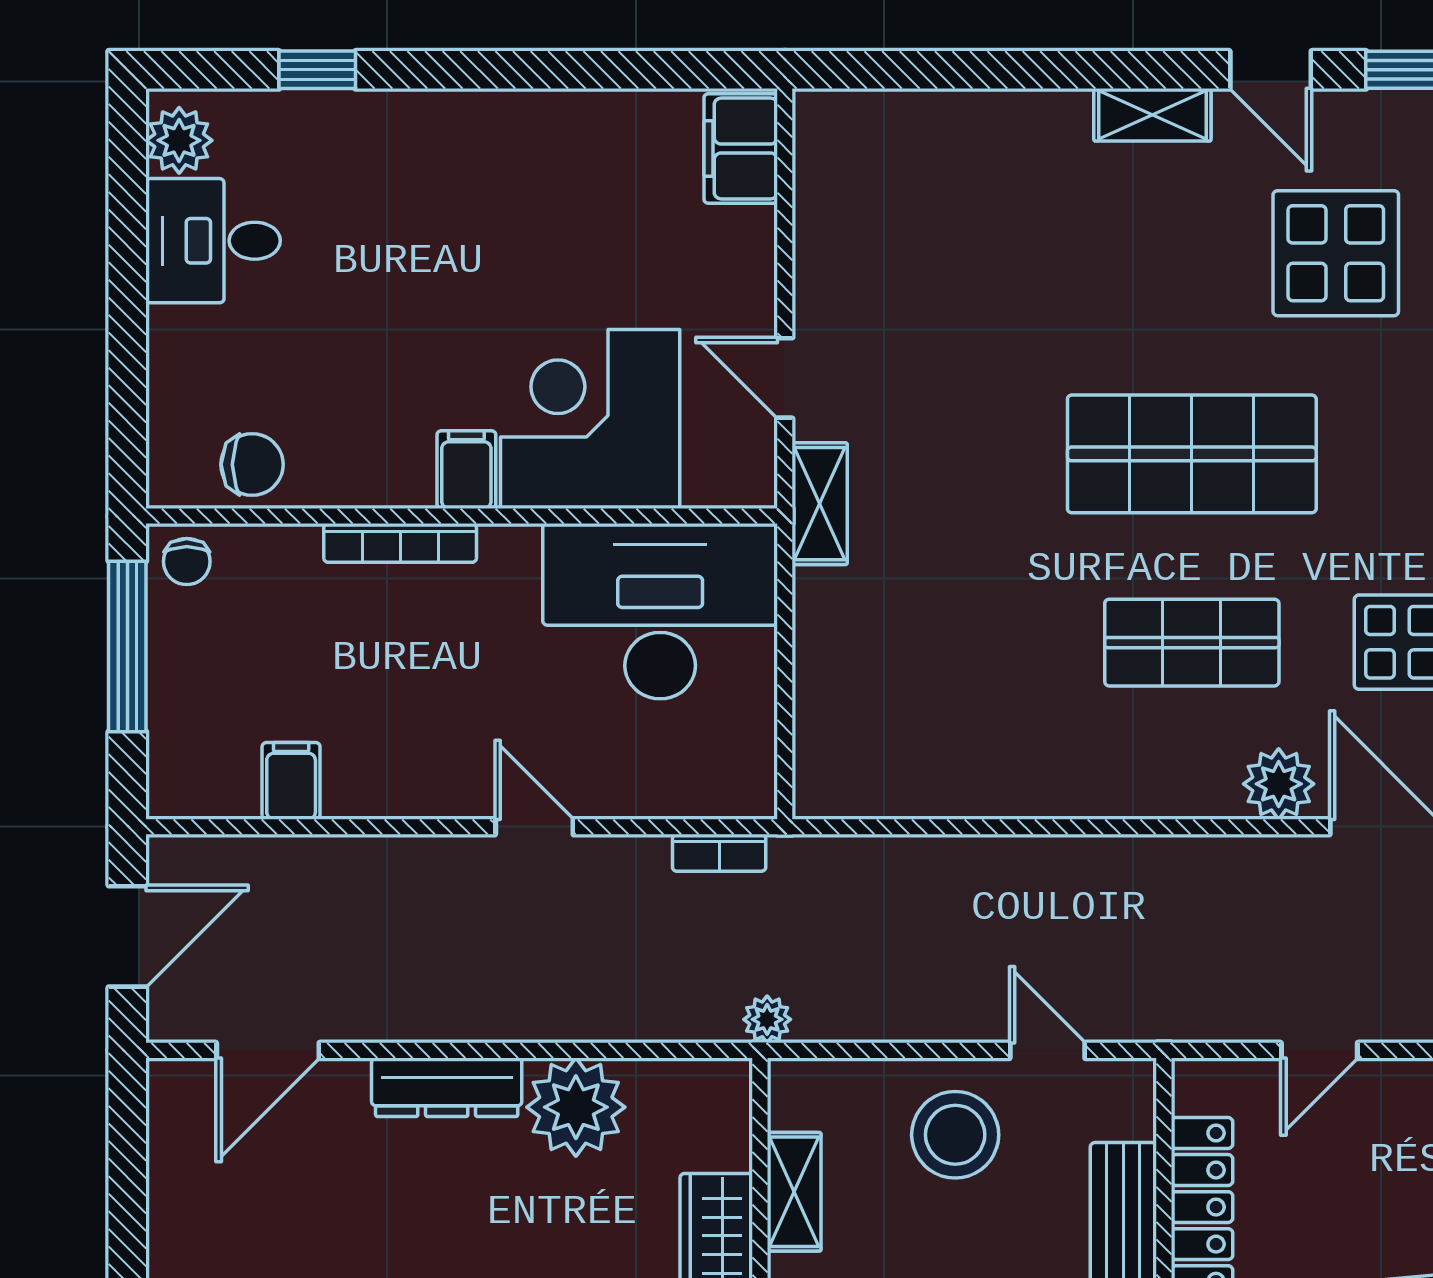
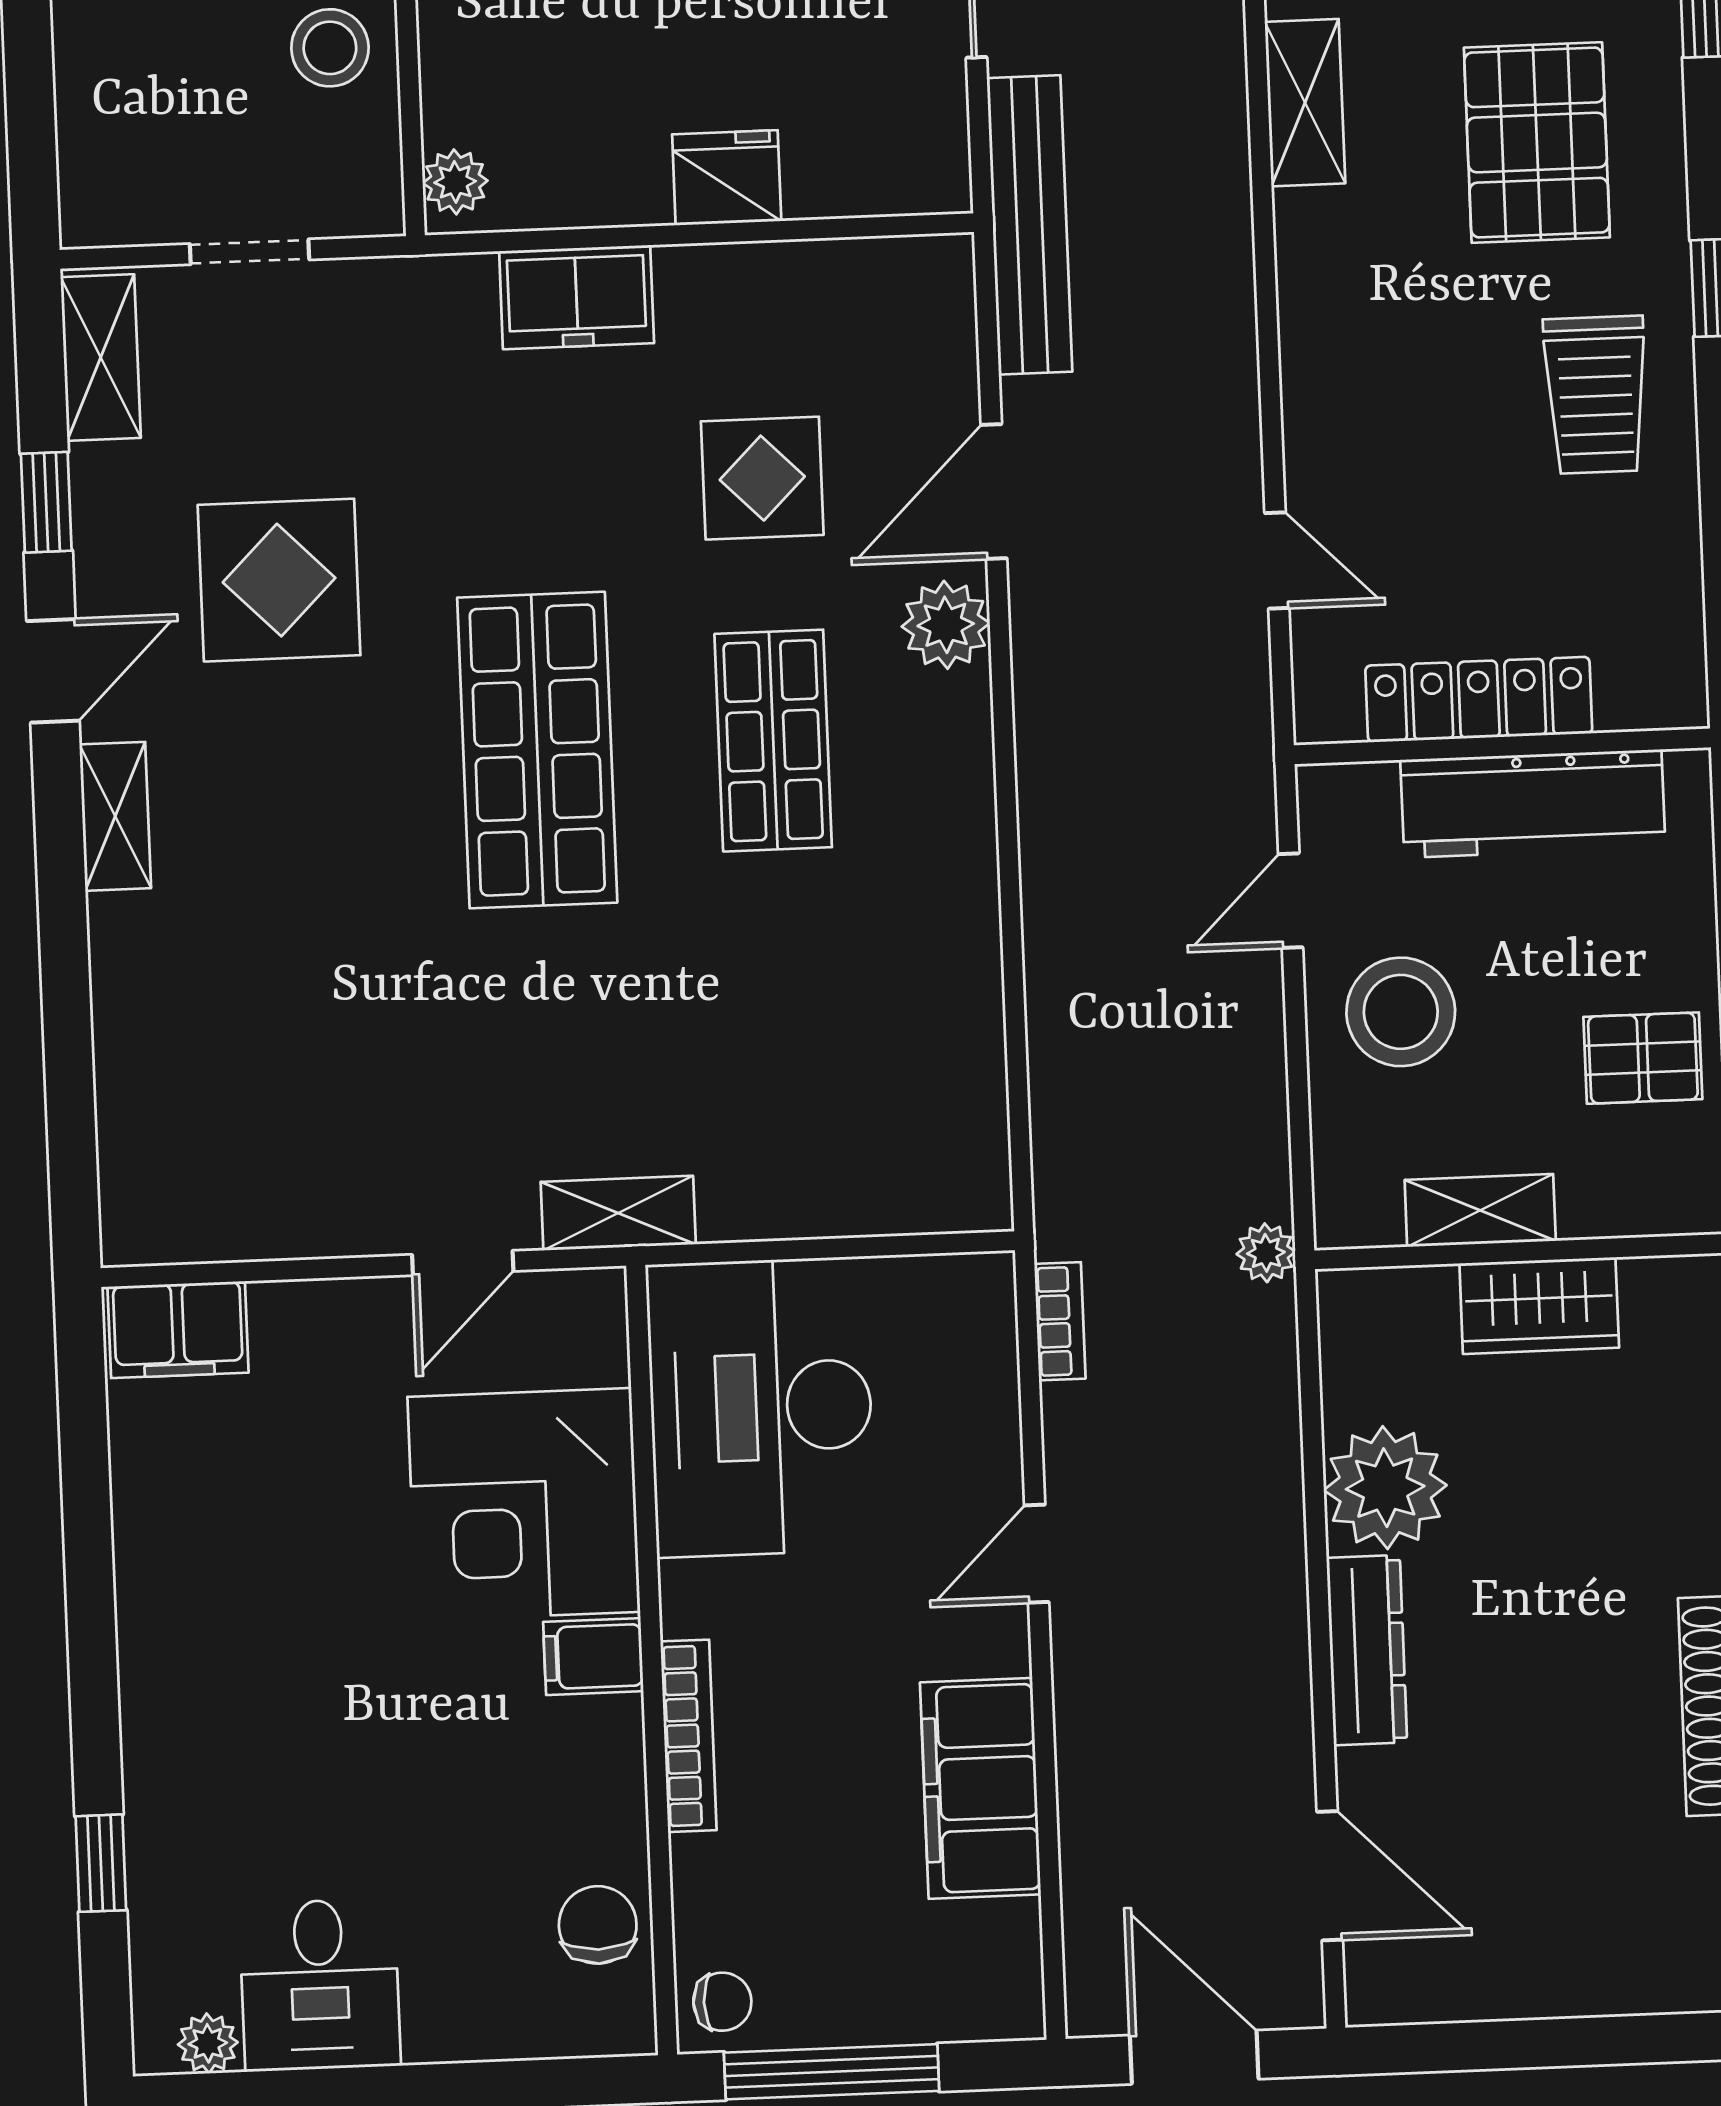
plant: (179, 140) -> (208, 2043), width x0.73, depth x0.73
filing cabinet: (291, 781) -> (980, 1788), width x3.00, depth x1.17

